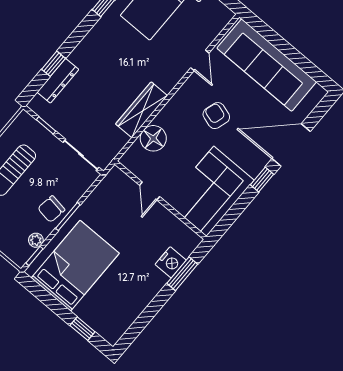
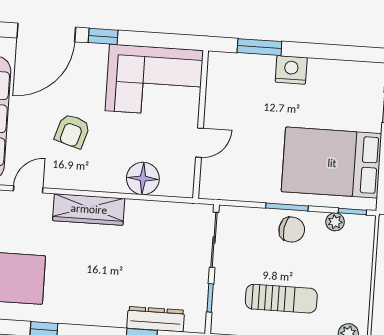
wardrobe: (142, 110) -> (89, 209), moved
door: (291, 145) -> (46, 33), hinge flipped
nightstand: (171, 262) -> (291, 70), moved

